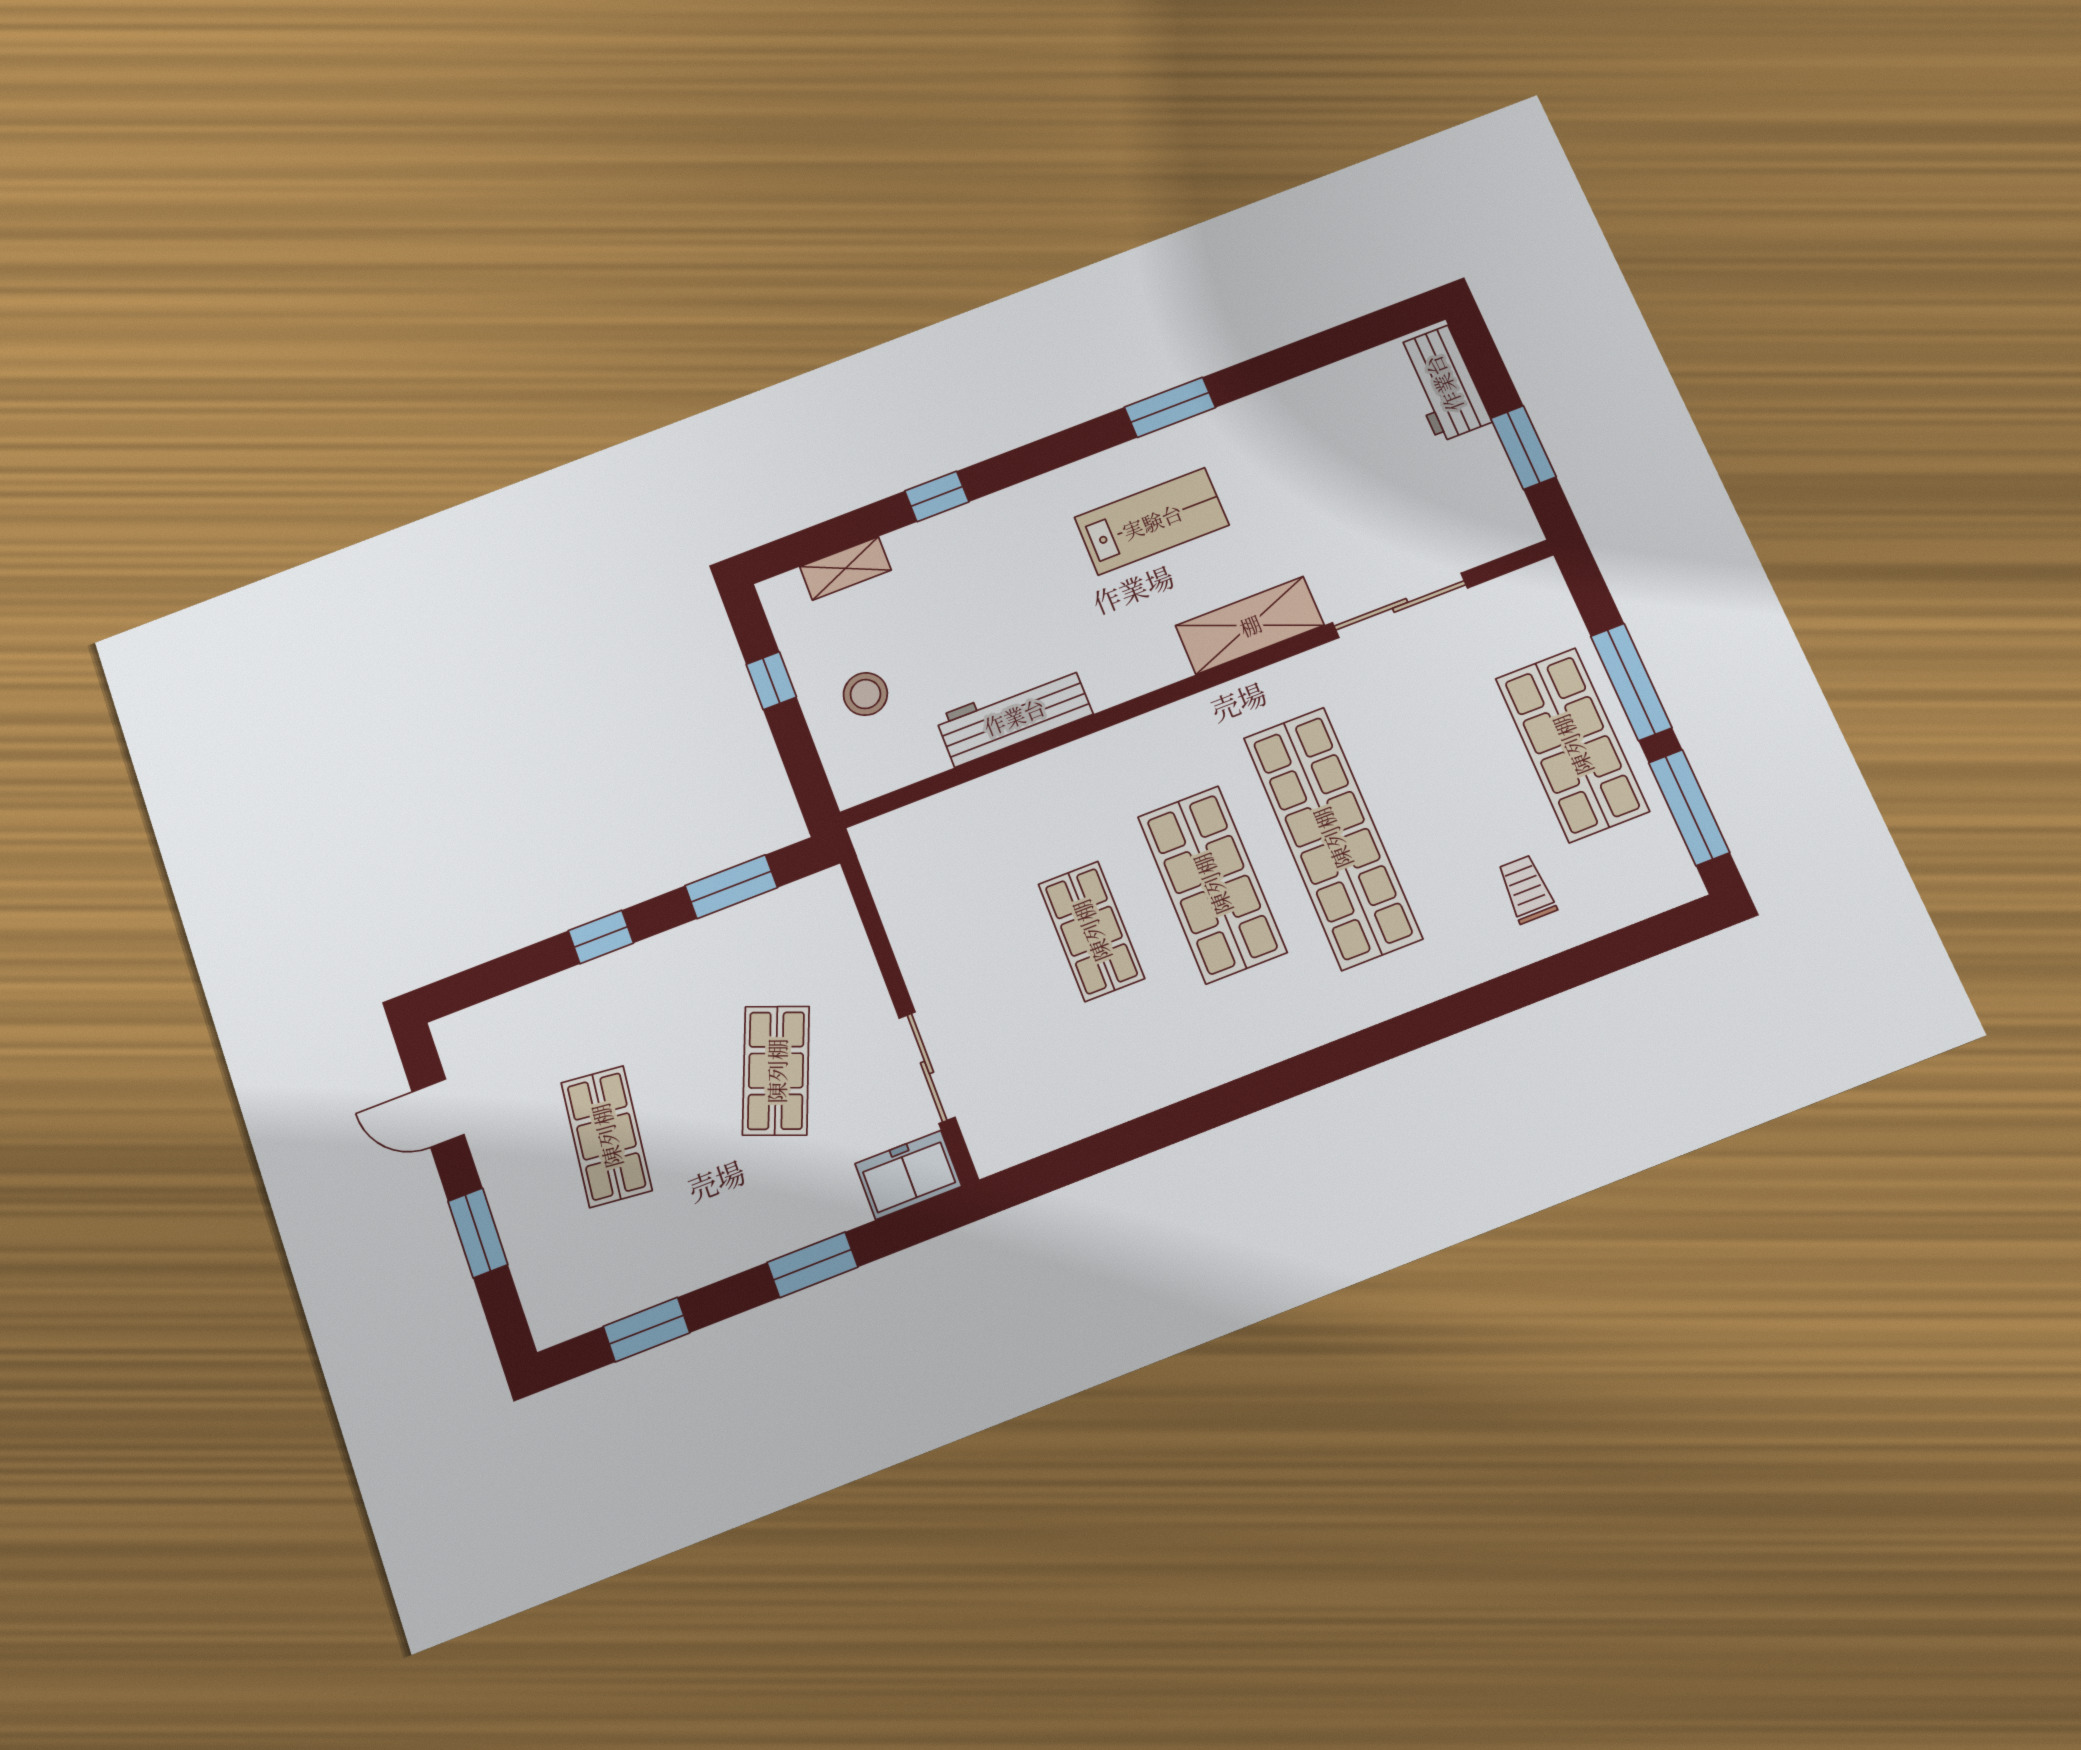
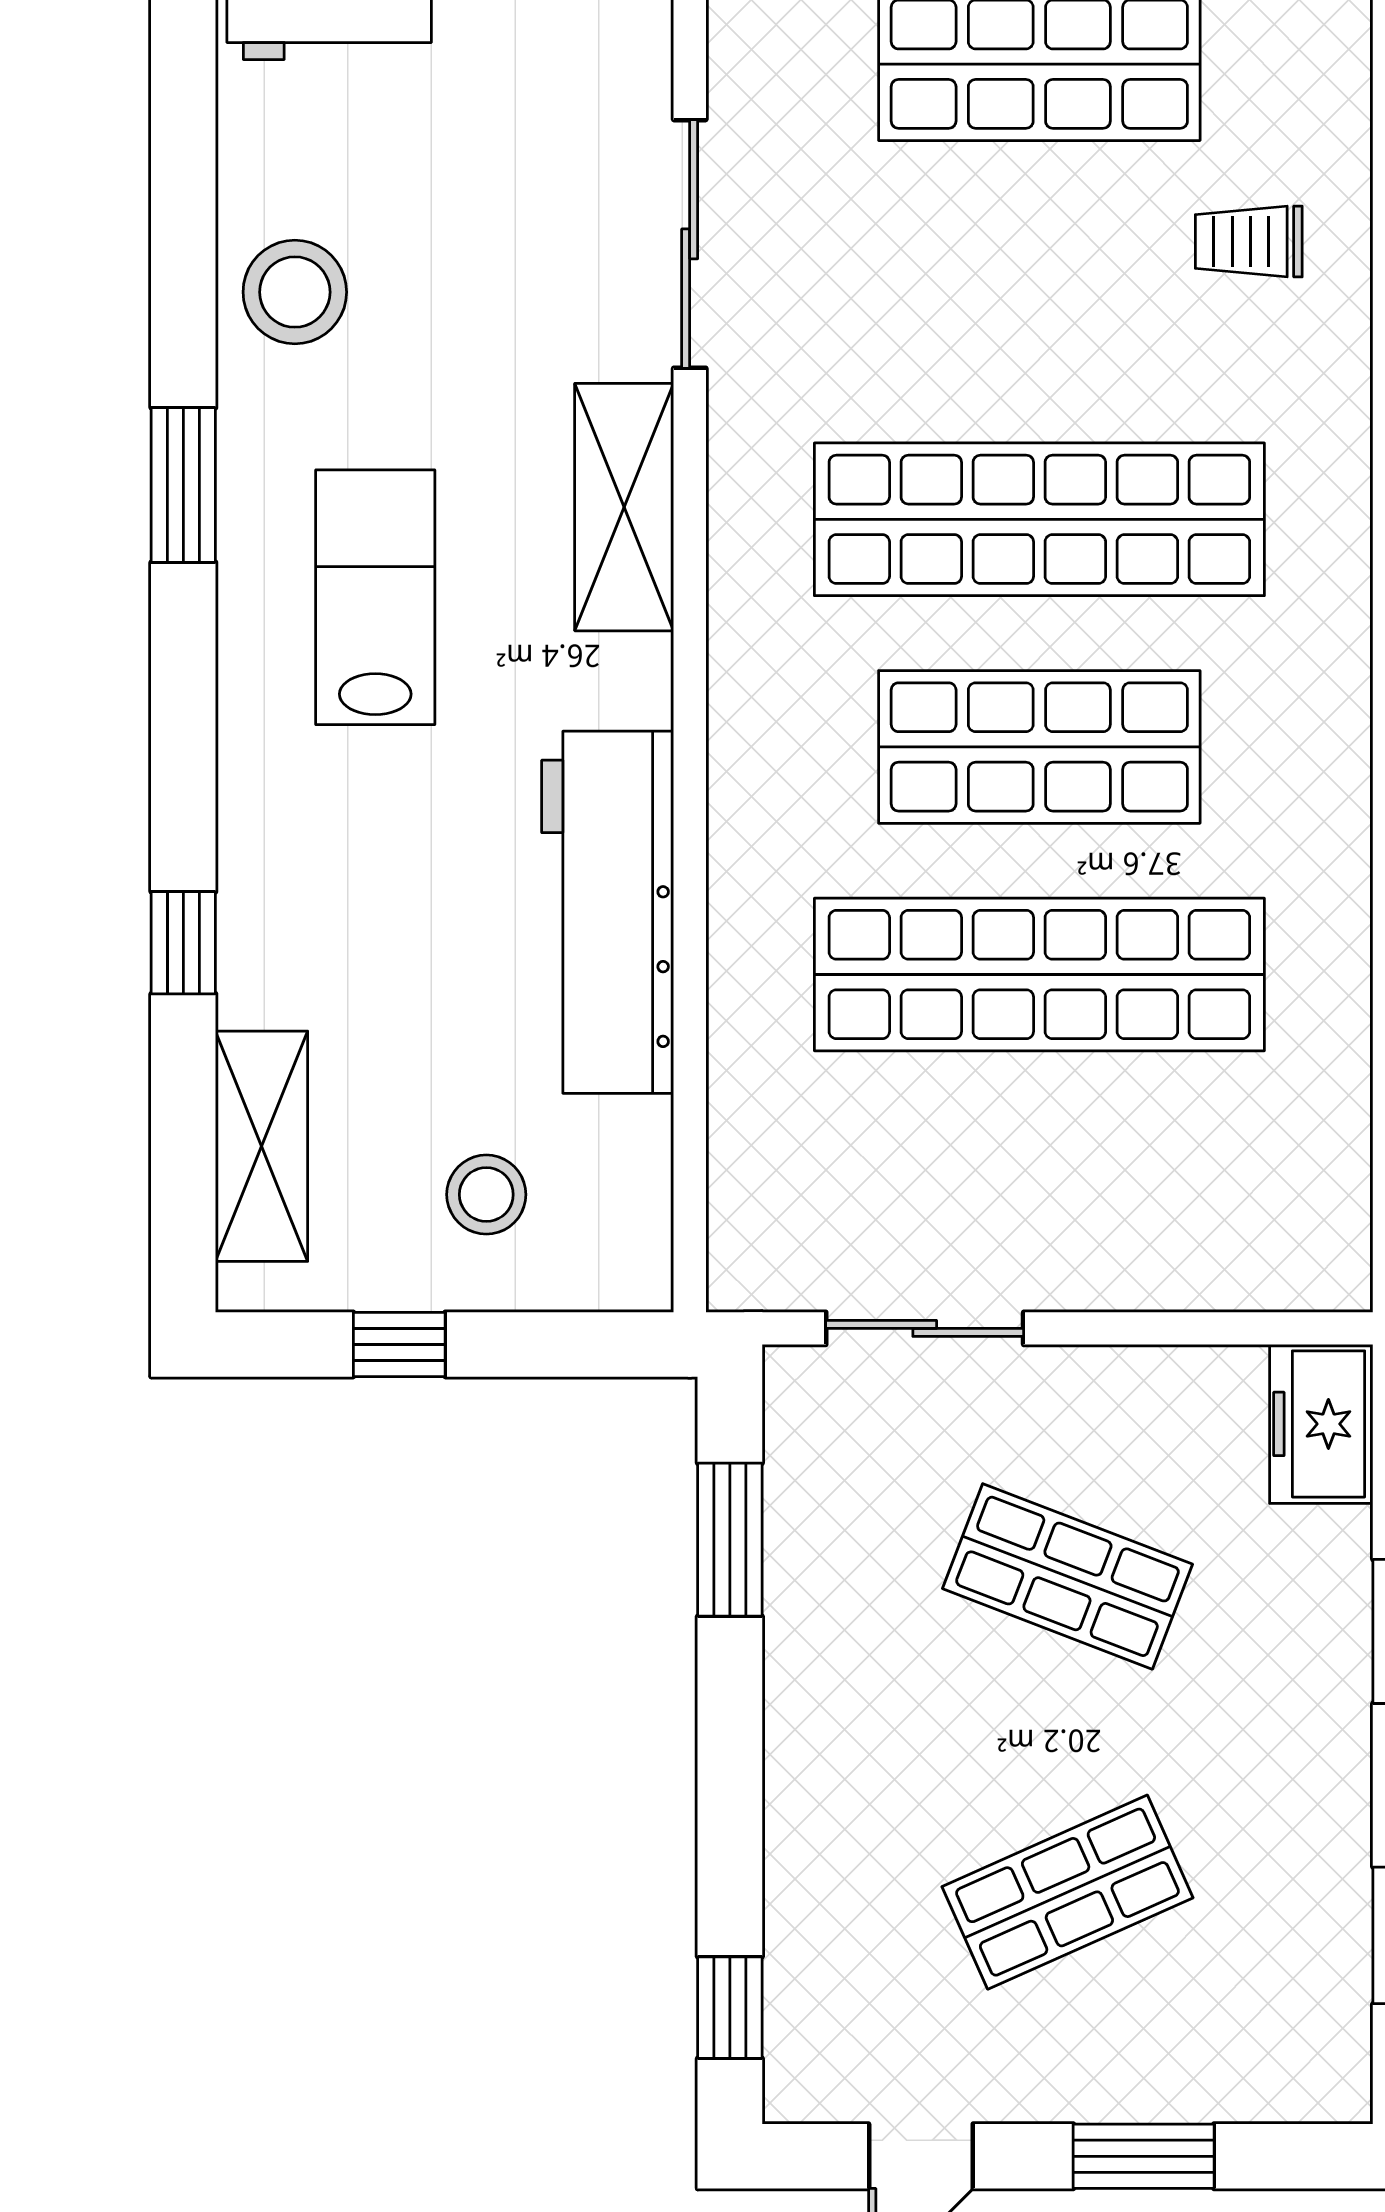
stool: (1291, 423) -> (295, 292), added
shelving: (845, 568) -> (262, 1146), width x1.50, depth x1.33
workbench: (1014, 716) -> (608, 912), width x1.36, depth x1.32
shop shelf: (1091, 931) -> (1039, 975), width x2.00, depth x1.36
window: (601, 937) -> (730, 2008), moved
sliding door: (927, 1068) -> (925, 1328), moved
shop shelf: (606, 1136) -> (1067, 1892), turned -30

